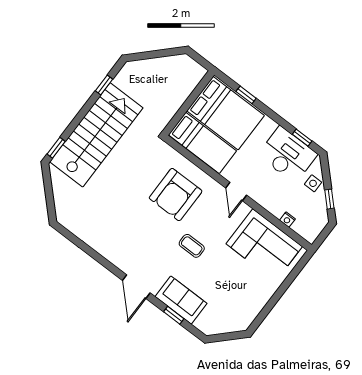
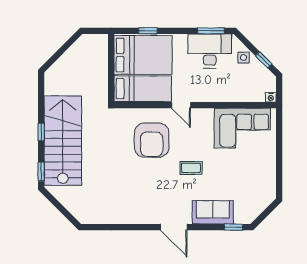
window: (104, 85) -> (41, 132), moved
window: (302, 138) -> (211, 31), width x1.50
door: (236, 192) -> (181, 105), moved
nightstand: (287, 220) -> (271, 97), moved
window: (174, 315) -> (233, 227), moved

